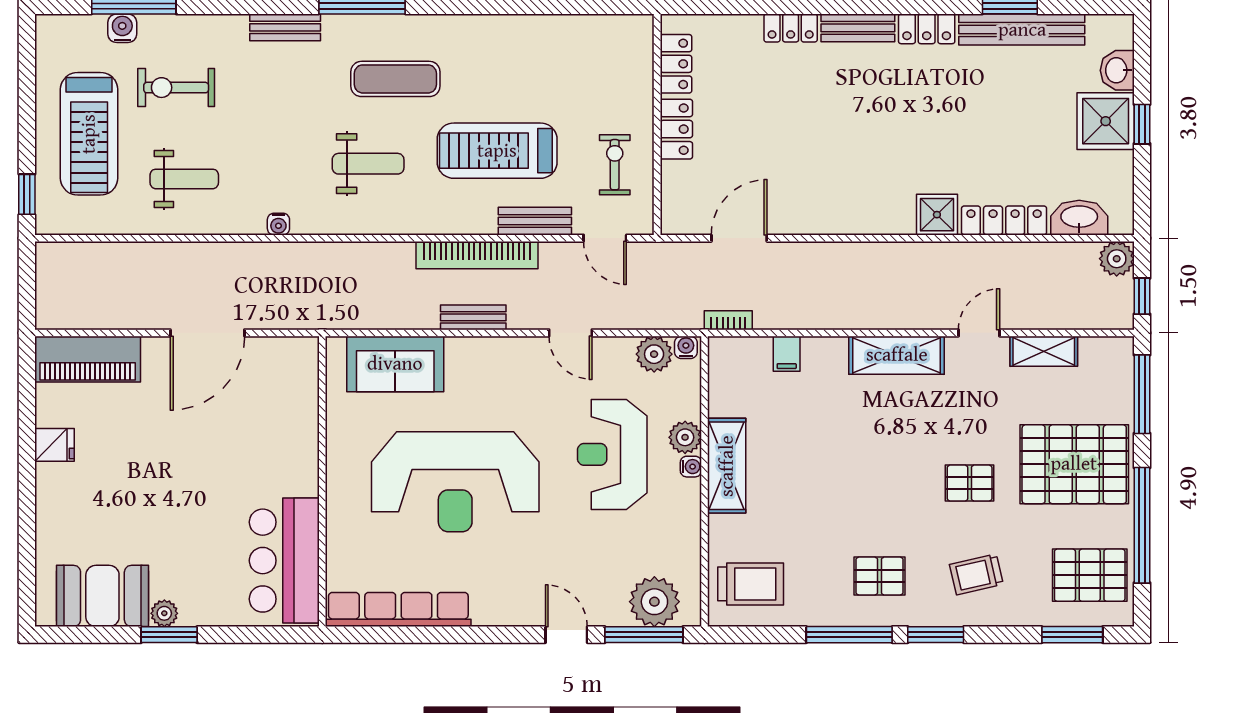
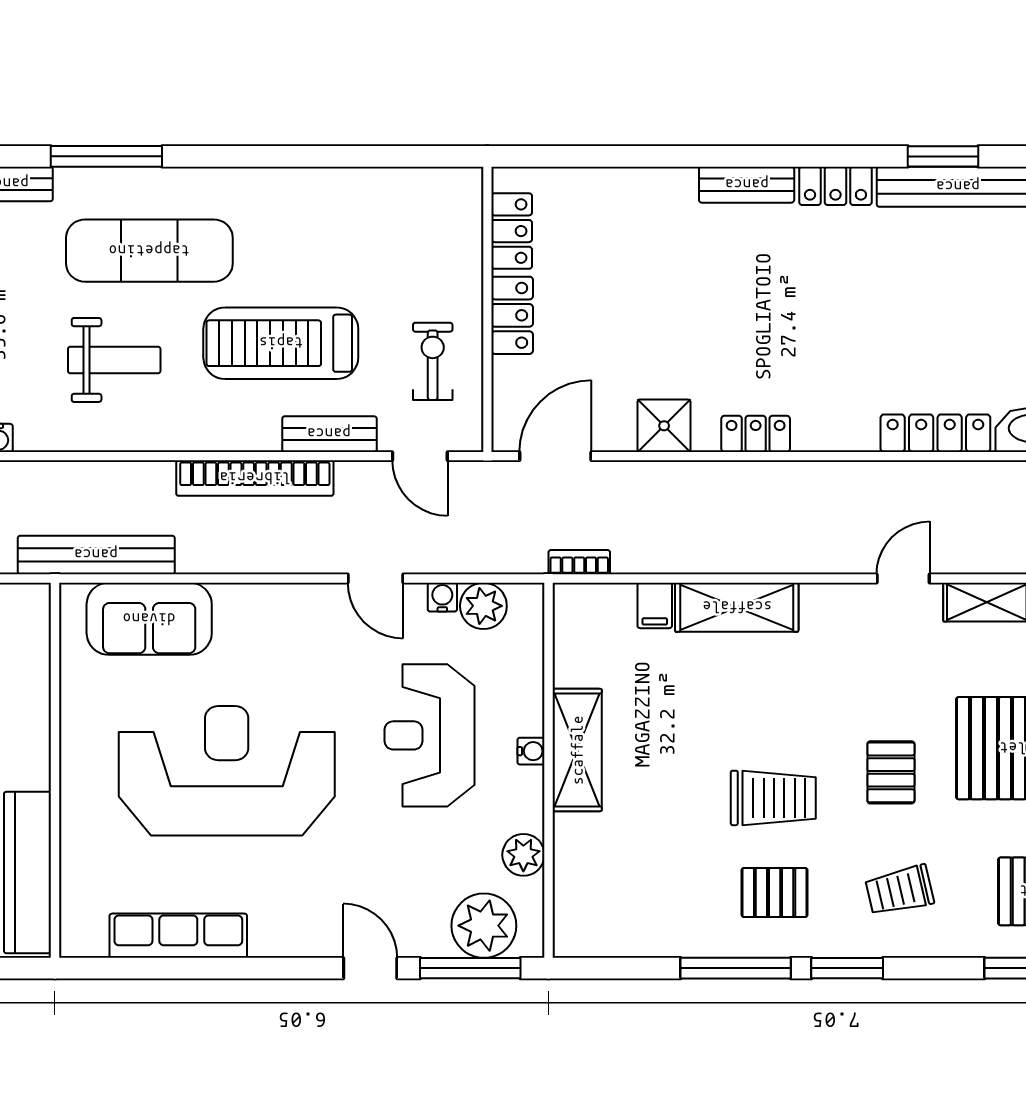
locker: (791, 28) -> (756, 434), moved, turned 180
exercise mat: (395, 79) -> (149, 251), width x1.36, depth x1.45
shower: (937, 215) -> (664, 426), moved
door: (739, 238) -> (555, 456), moved
bench: (473, 317) -> (96, 555), moved, width x1.86, depth x1.21
water cooler: (686, 347) -> (442, 597), moved
shelving: (897, 355) -> (737, 607), moved
plant: (685, 437) -> (523, 855), moved
reception desk: (455, 482) -> (227, 771), turned 180
pallet: (970, 483) -> (891, 772), turned 90
trolley: (751, 584) -> (773, 798), moved
row of seats: (398, 610) -> (178, 936), width x0.73

